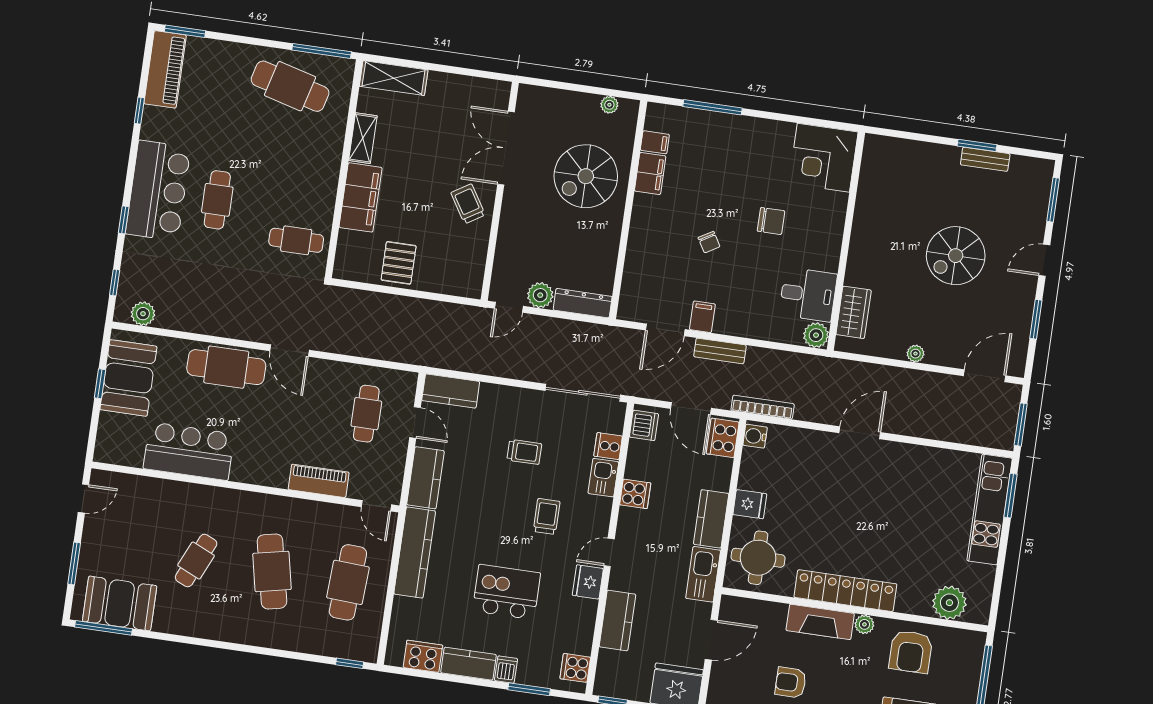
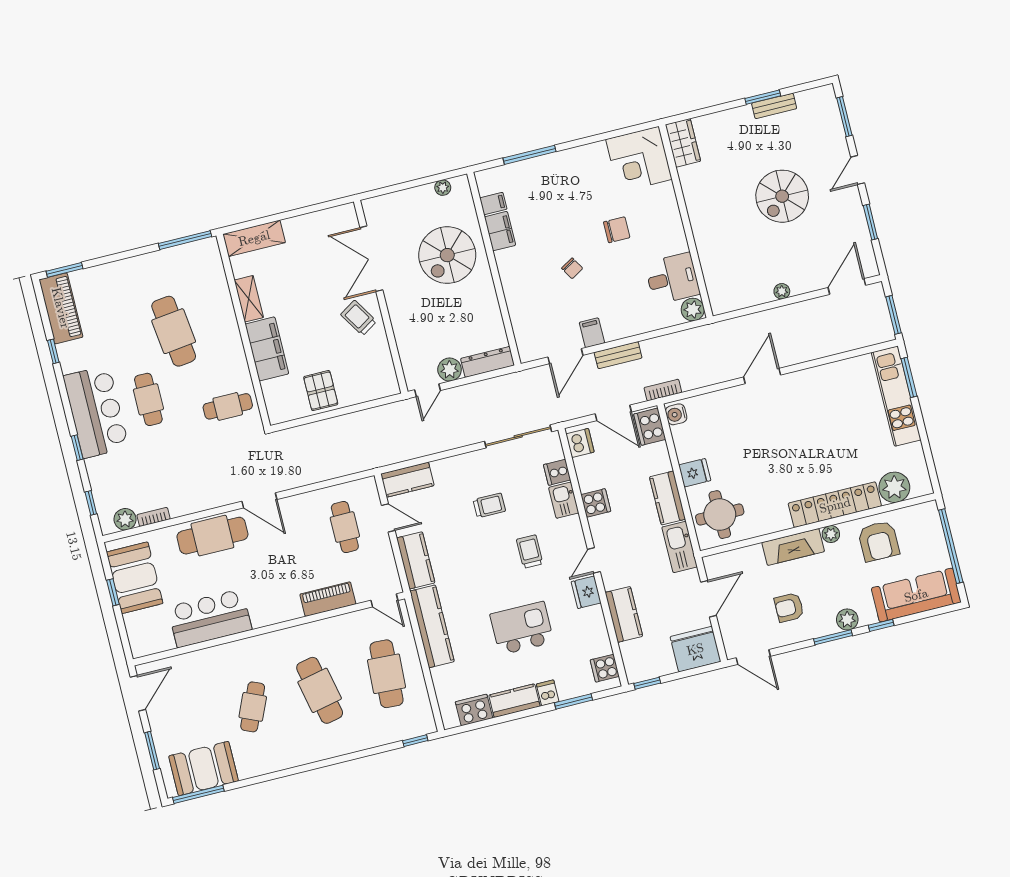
cafe table: (290, 86) -> (174, 331), moved, turned 68
wardrobe: (854, 312) -> (683, 143), moved
bookcase: (173, 323) -> (154, 517), added
bookcase: (763, 407) -> (663, 390), width x0.64
door: (83, 498) -> (138, 693), width x1.38
locker: (845, 591) -> (835, 505), moved

